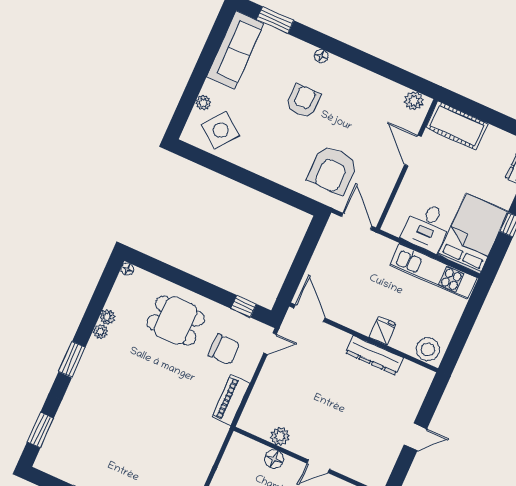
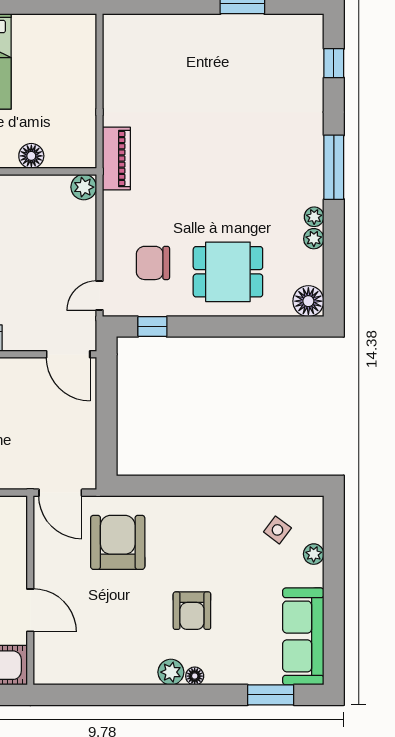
plant: (414, 101) -> (171, 672), moved
side table: (221, 130) -> (277, 530), width x0.54, depth x0.54
floor lamp: (127, 269) -> (308, 301), width x1.89, depth x1.89
window: (72, 359) -> (334, 167), width x1.44
piano: (231, 400) -> (116, 158), moved
window: (40, 430) -> (334, 63), width x0.67
plant: (280, 436) -> (84, 187), moved

